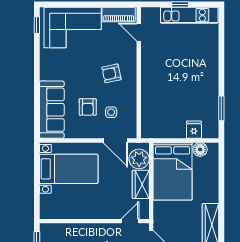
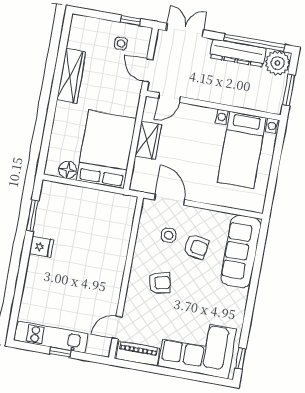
door: (139, 32) -> (117, 328), swing flipped
armchair: (88, 107) -> (196, 247), turned 100
fridge: (194, 130) -> (41, 247), moved, turned -90
plant: (139, 159) -> (145, 172), removed
bed with nightstands: (69, 169) -> (242, 150), moved, turned -90

